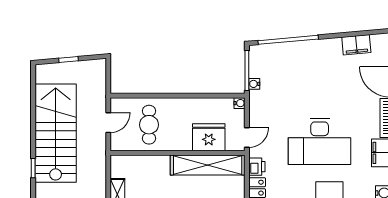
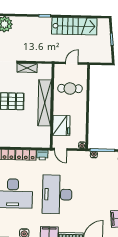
door: (108, 123) -> (72, 63), swing flipped
stairs: (56, 133) -> (74, 26), width x0.73, depth x0.66
shelving: (208, 165) -> (45, 103), moved

